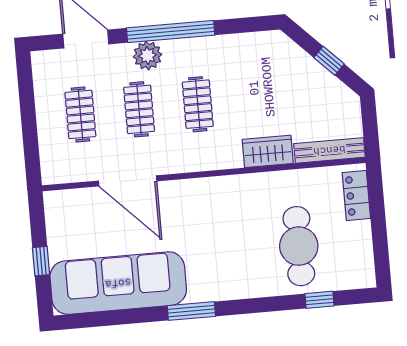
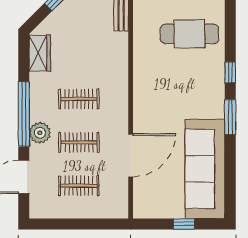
wardrobe: (268, 151) -> (40, 53), moved, turned 180
window: (320, 300) -> (230, 72), moved

